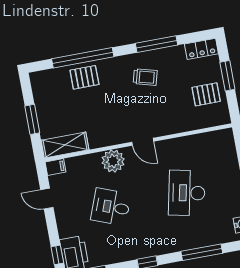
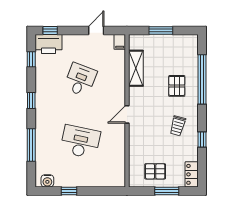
window: (157, 44) -> (202, 140), width x0.46
pallet: (84, 77) -> (177, 86), moved
pallet: (206, 94) -> (155, 171), turned 90
shelving: (65, 145) -> (136, 68), moved
plant: (113, 161) -> (116, 88), removed

